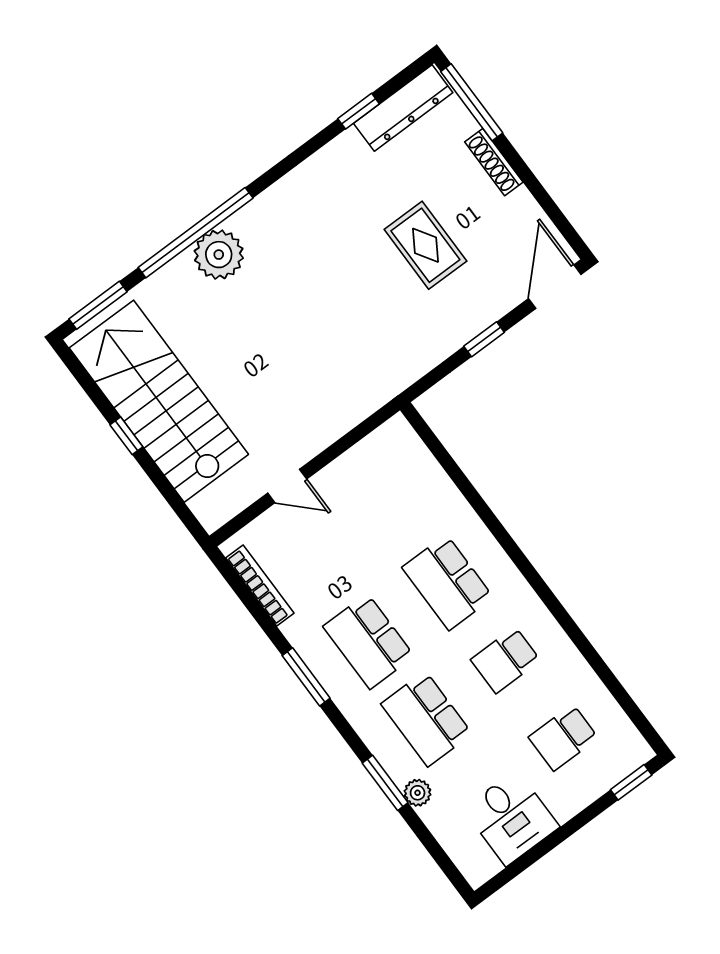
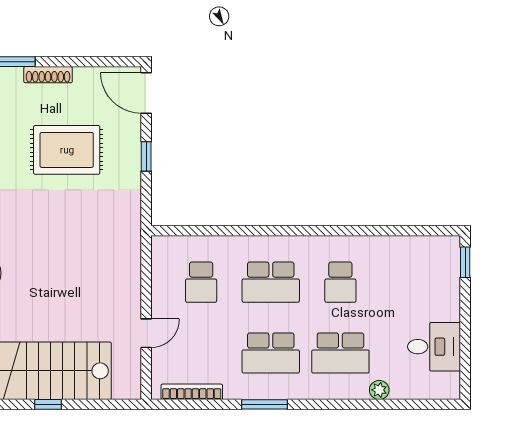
rug: (425, 245) -> (67, 150), width x1.36, depth x1.43
school desk: (563, 738) -> (201, 282), moved
window: (385, 783) -> (360, 404), removed

